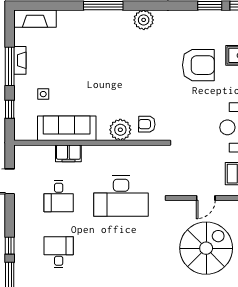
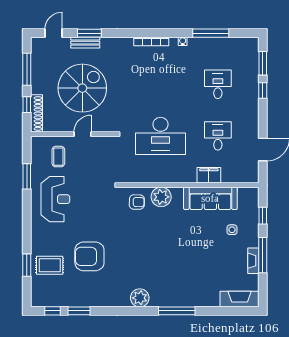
desk: (121, 196) -> (160, 136), turned 180
spiral stairs: (206, 248) -> (82, 88), turned 180
desk: (59, 252) -> (218, 84), turned 180

